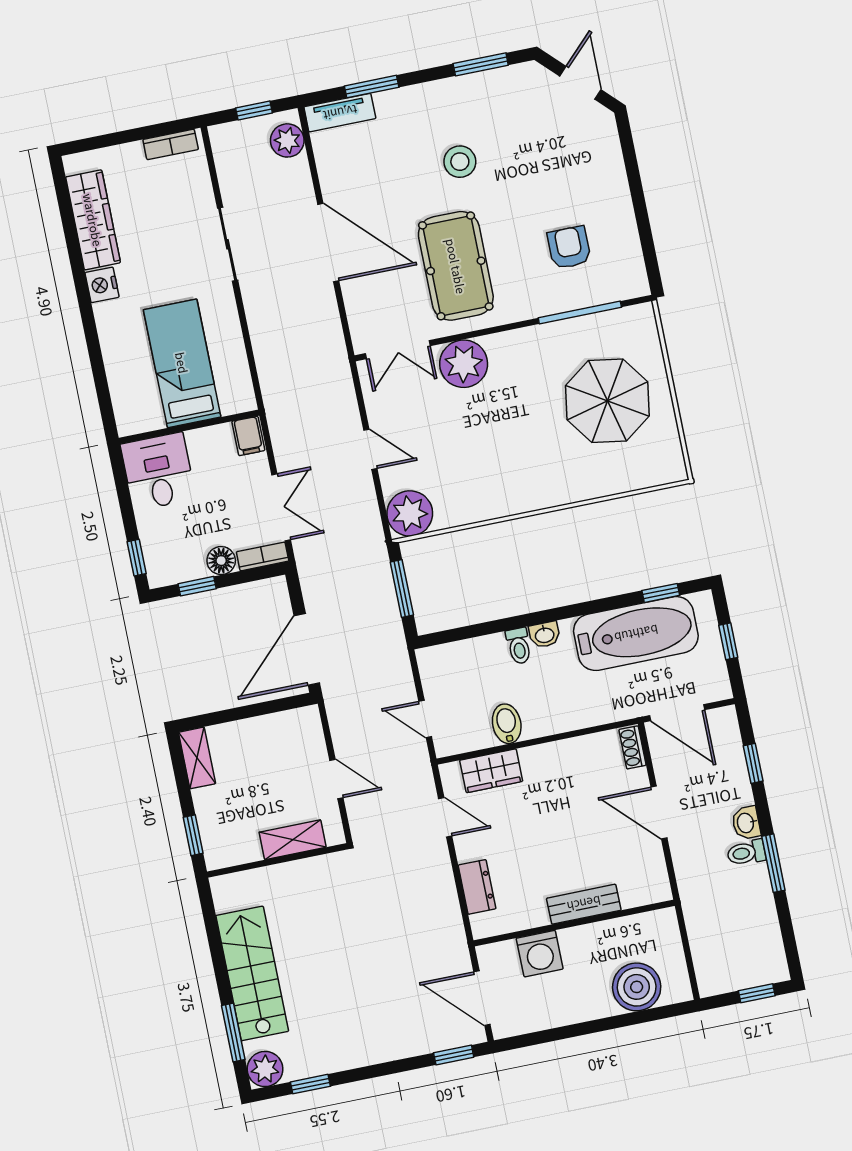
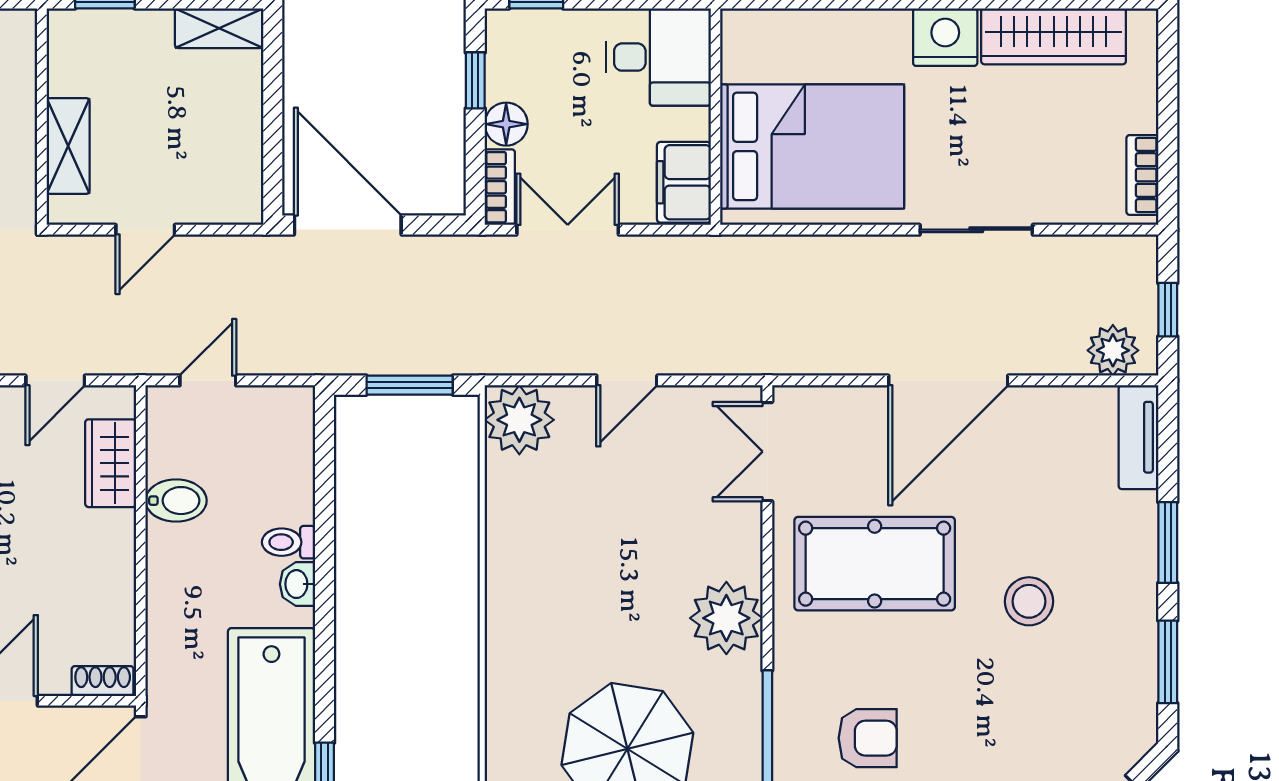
window: (372, 87) -> (1168, 542), moved
nightstand: (102, 285) -> (945, 37), width x1.36, depth x1.33
bed: (182, 363) -> (812, 146), width x1.50
plant: (464, 364) -> (726, 618), moved
filing cabinet: (248, 436) -> (684, 182), width x2.00
double door: (281, 507) -> (568, 230), swing flipped

